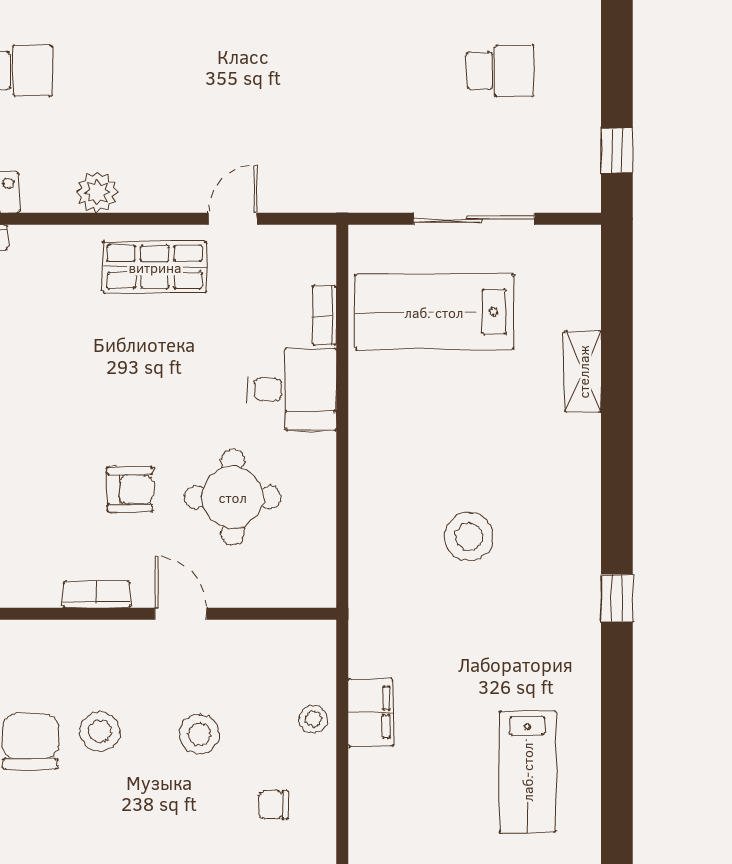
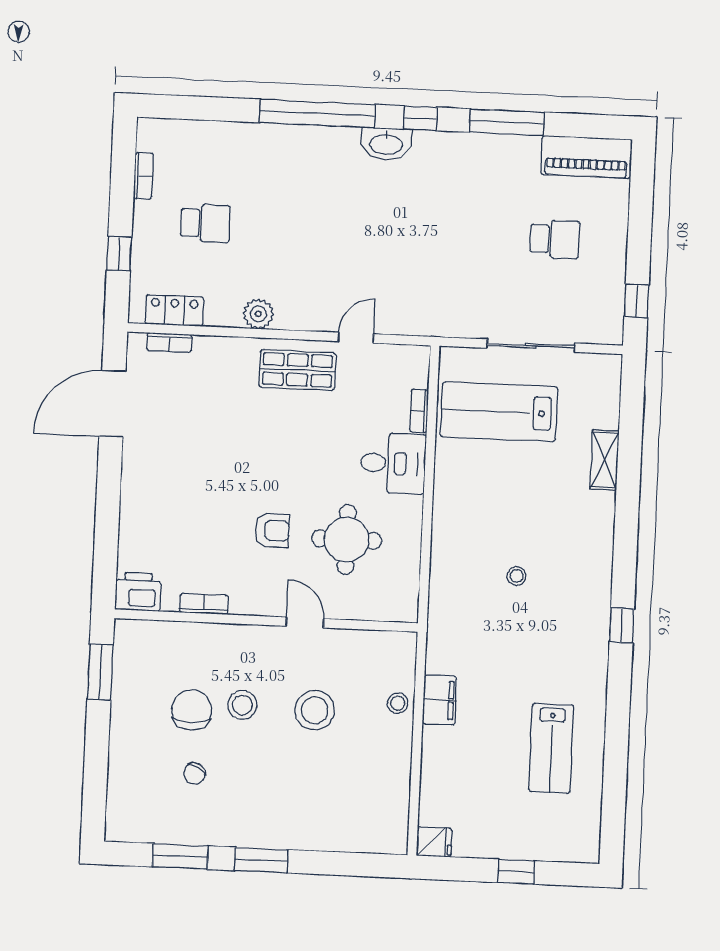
stool: (469, 537) -> (517, 576), width x0.53, depth x0.53
bookcase: (97, 595) -> (204, 604), moved
stool: (200, 734) -> (315, 710), width x1.38, depth x1.38
chair: (273, 805) -> (195, 774), moved, turned -61

